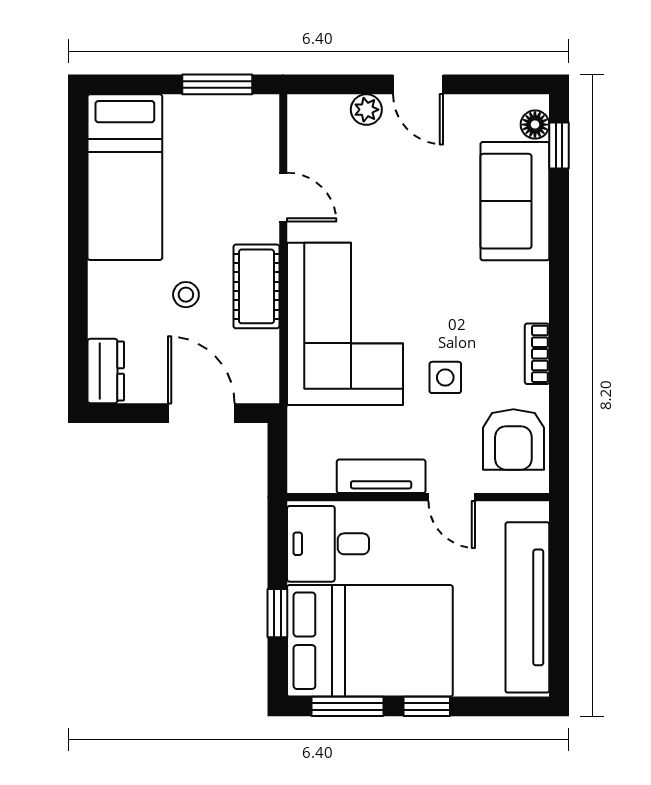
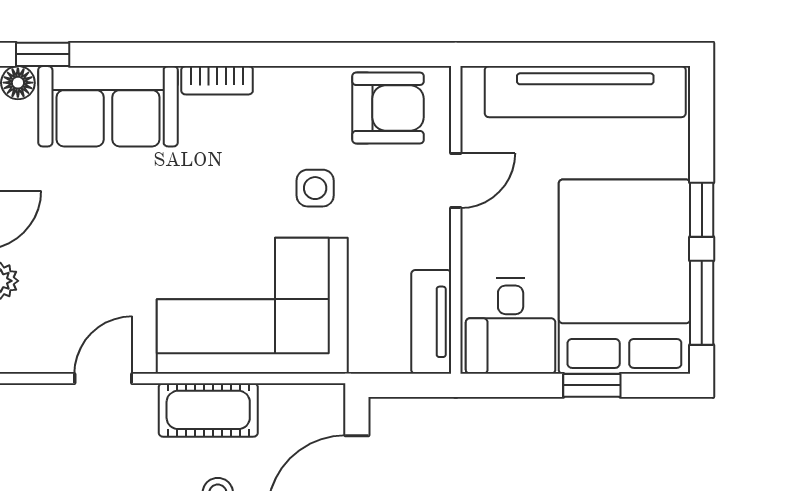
bookcase: (537, 354) -> (217, 80), moved
tv unit: (381, 476) -> (431, 322), moved

